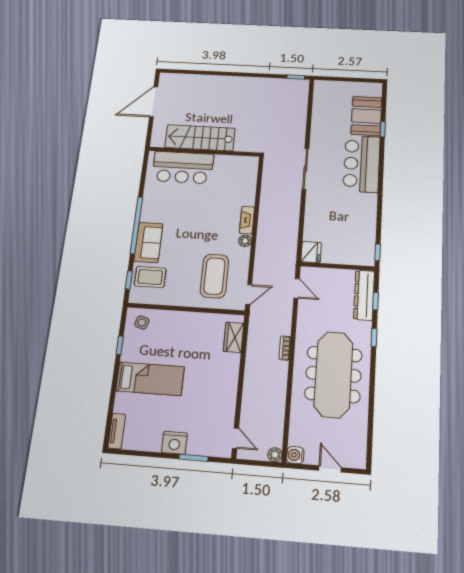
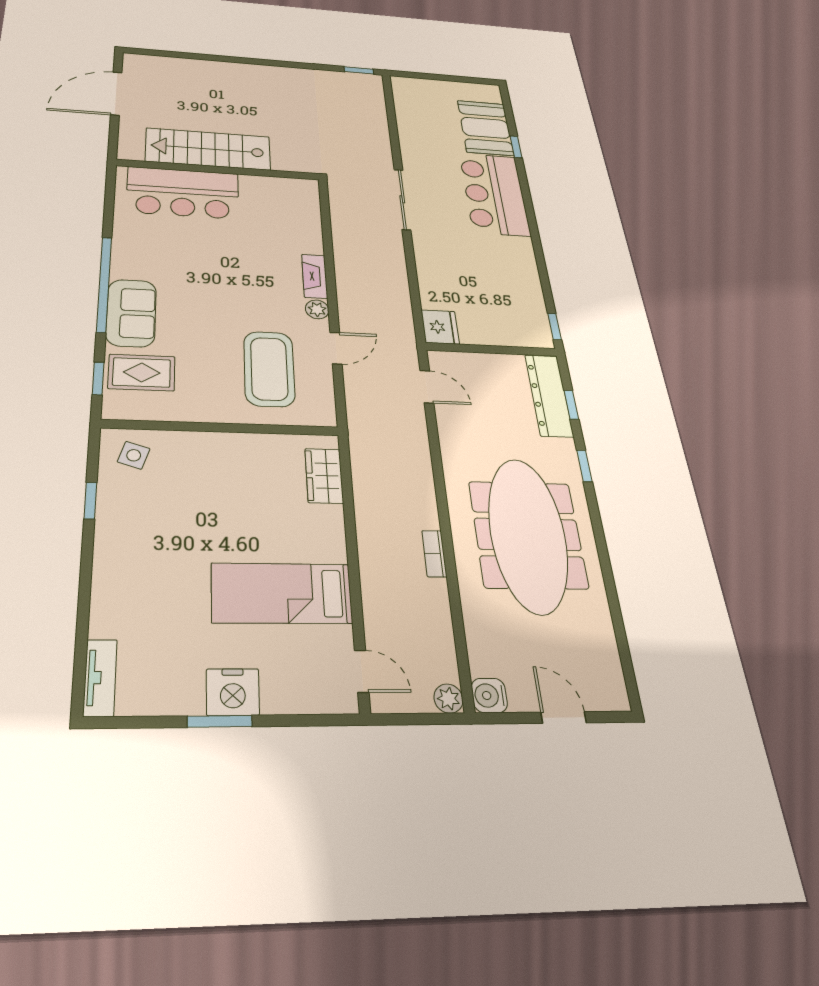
door: (249, 294) -> (336, 348), moved
bookcase: (285, 348) -> (434, 554), moved
bed: (150, 379) -> (282, 593), moved, turned 180
window: (193, 458) -> (220, 721), moved

